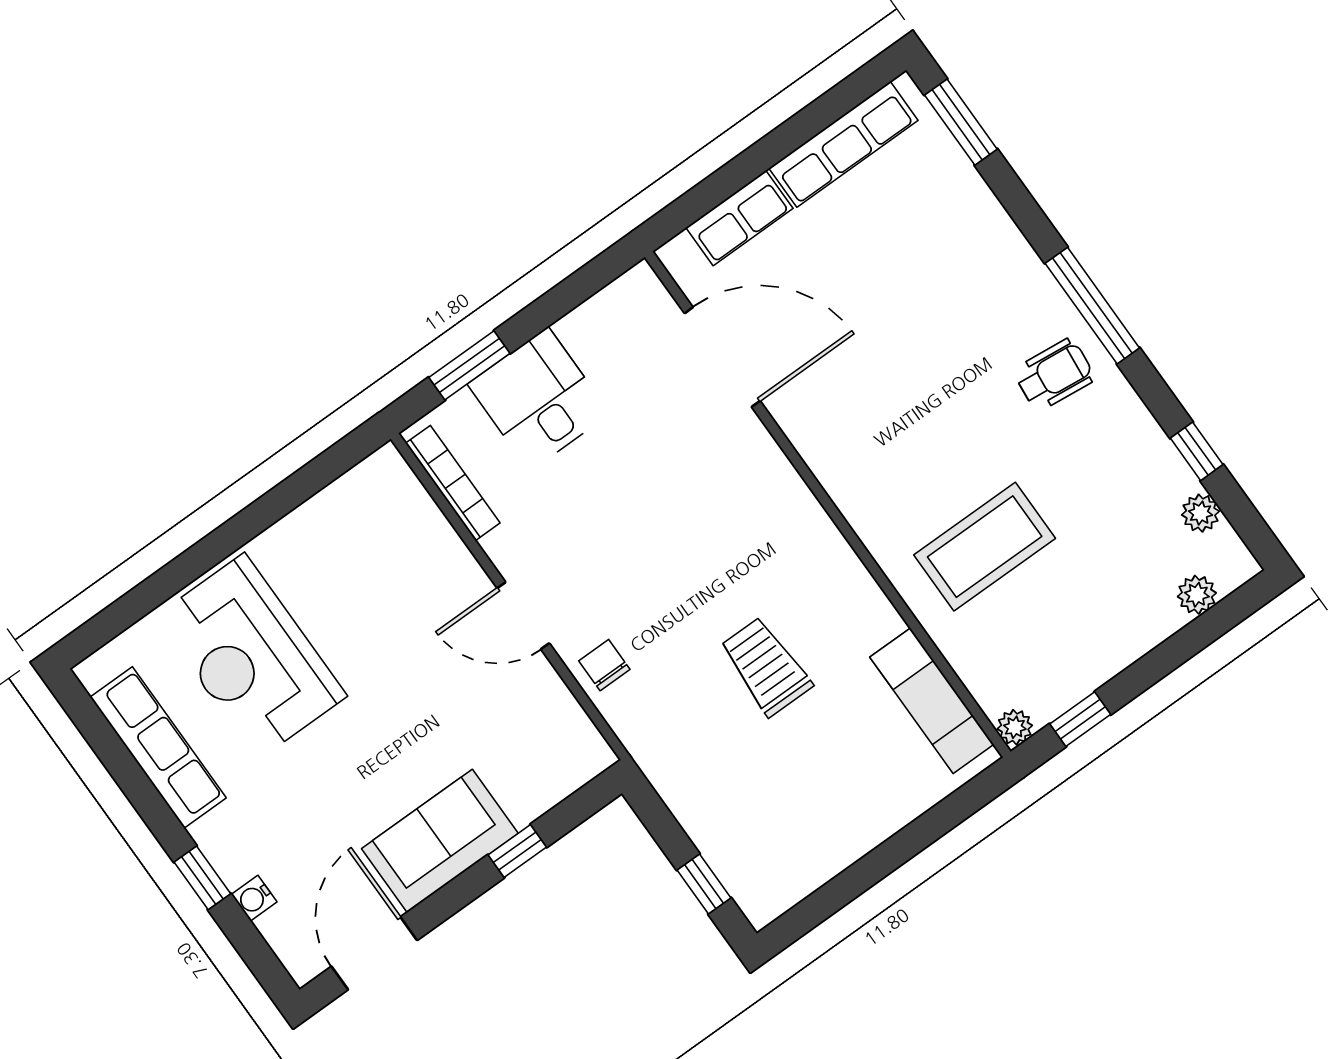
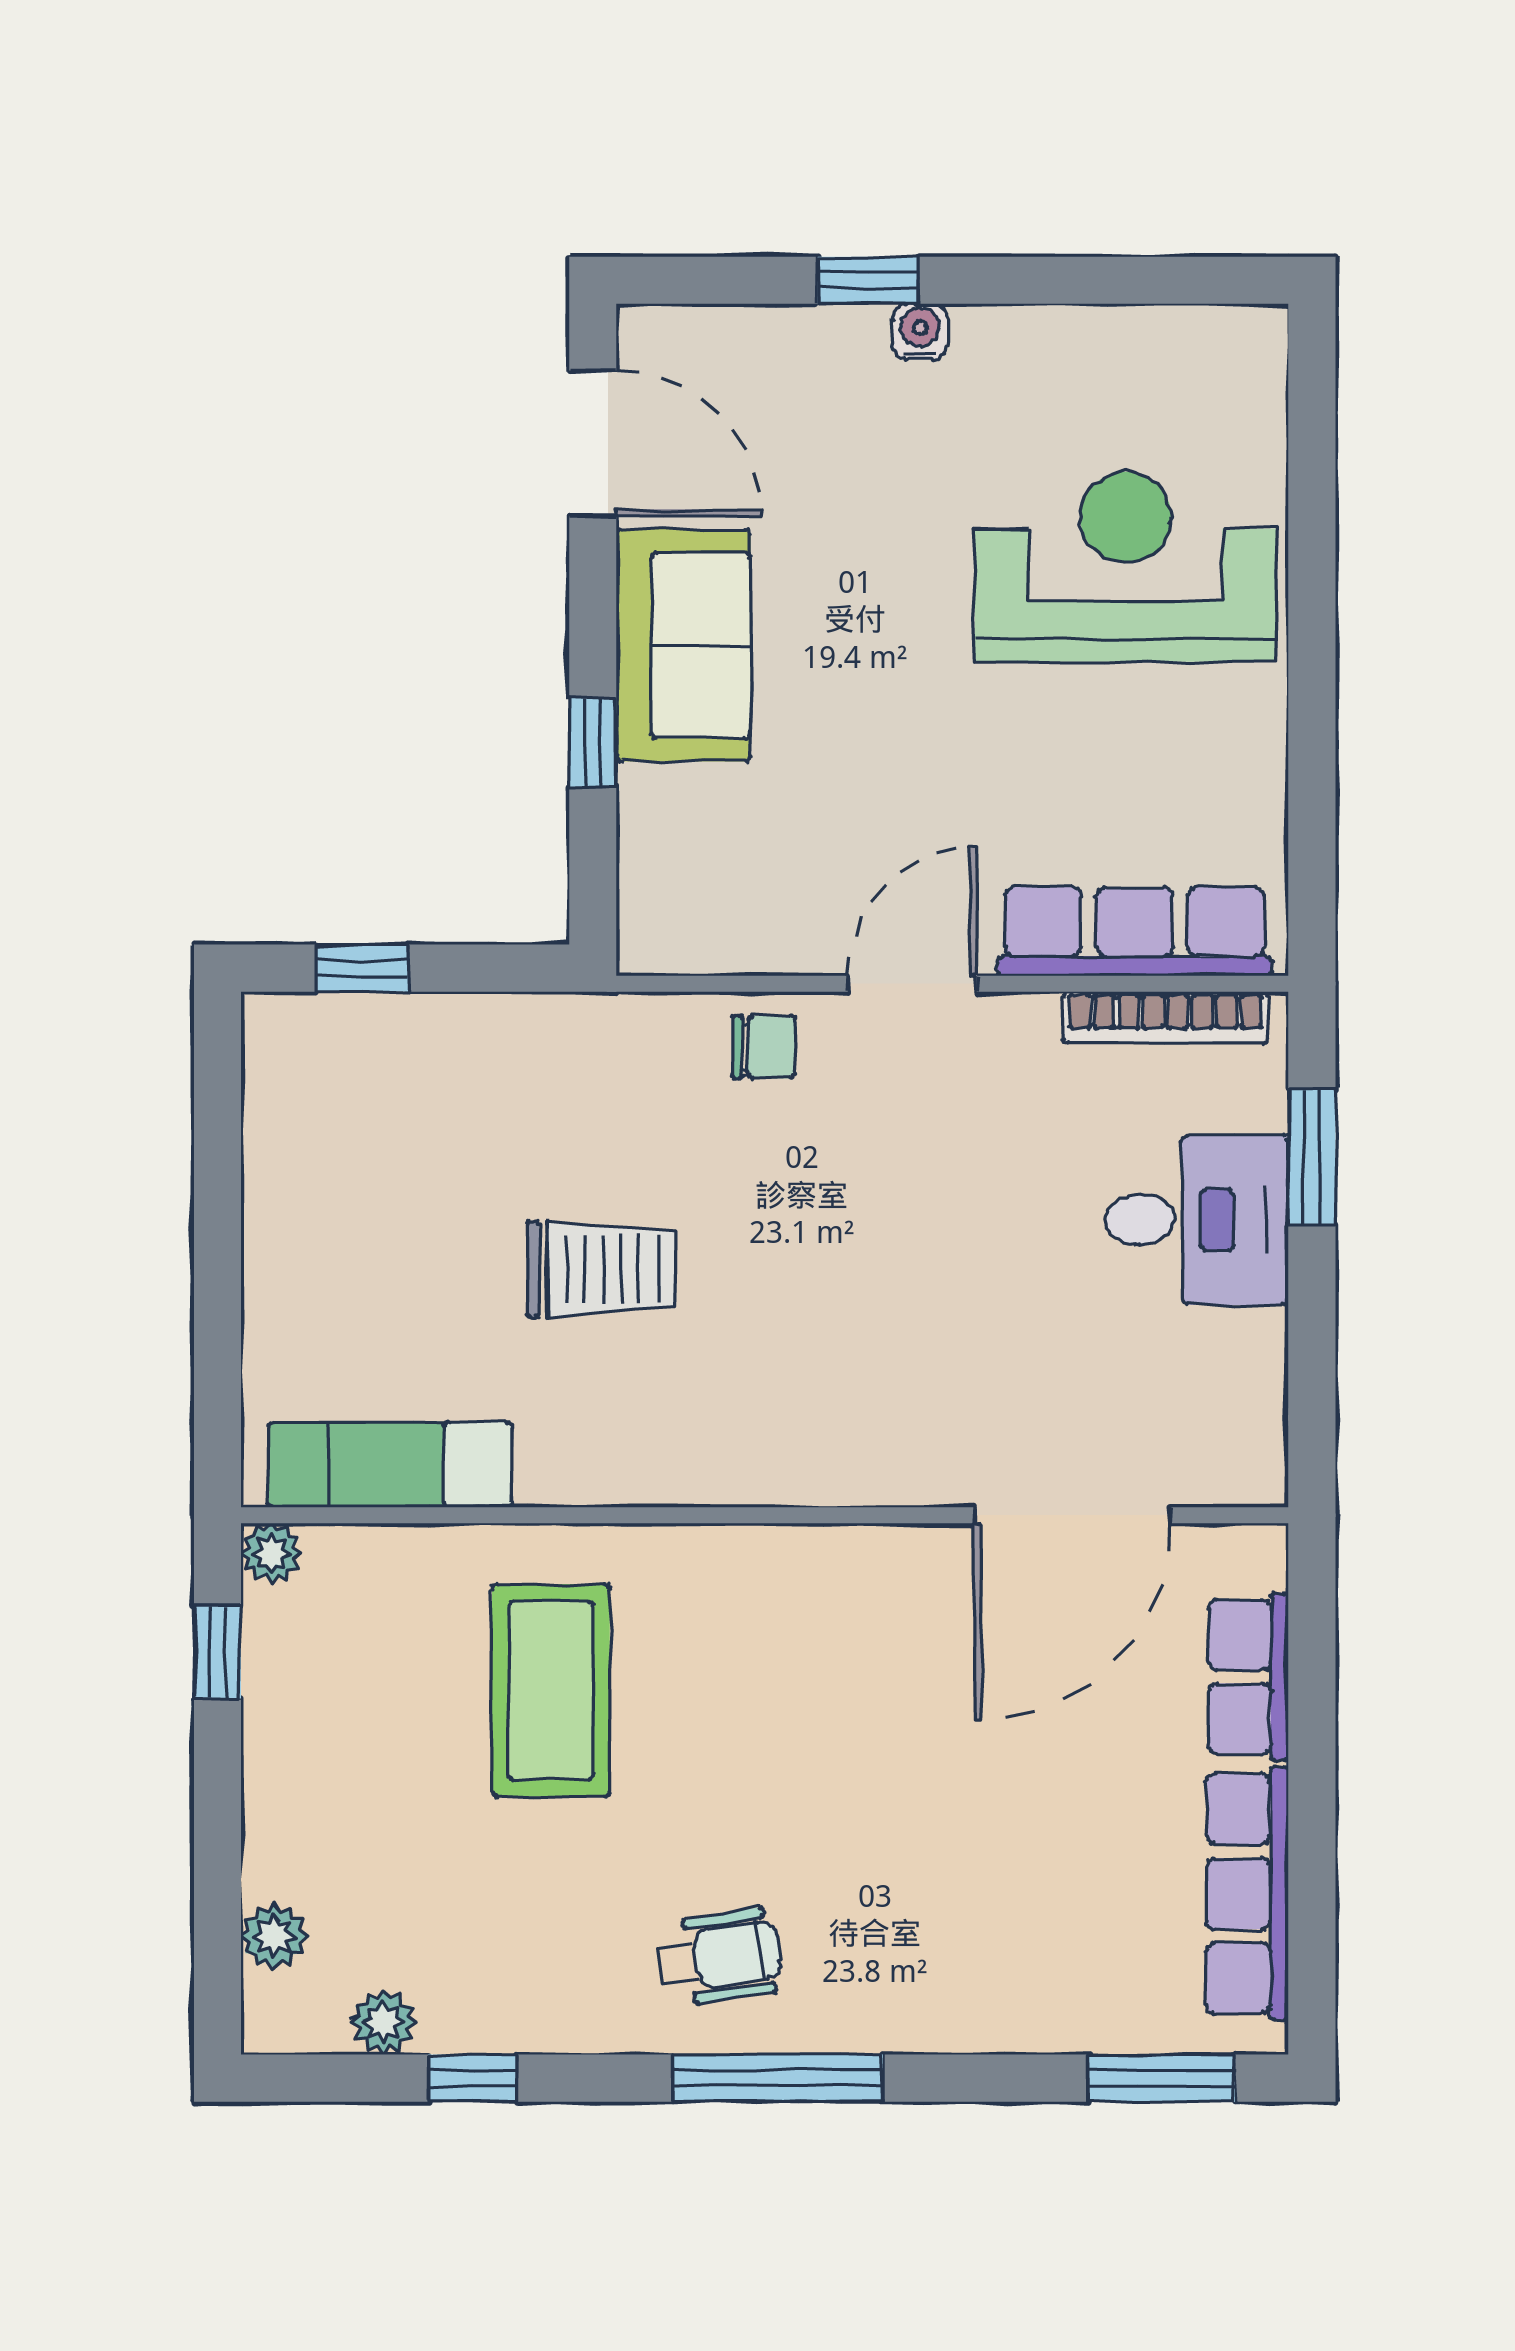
wheelchair: (1054, 375) -> (720, 1957), turned -105
row of seats: (158, 747) -> (1135, 931), moved, turned 180
water cooler: (254, 898) -> (920, 332), moved

